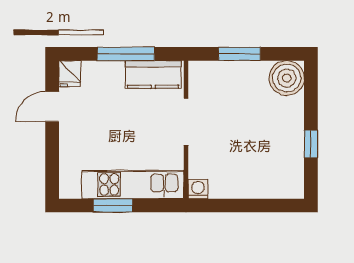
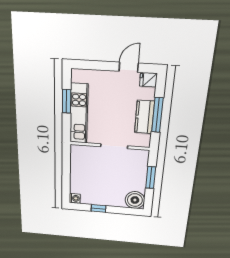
kitchen counter: (153, 74) -> (144, 117), moved
door: (52, 106) -> (129, 67), hinge flipped
washing machine: (198, 189) -> (75, 198), moved

